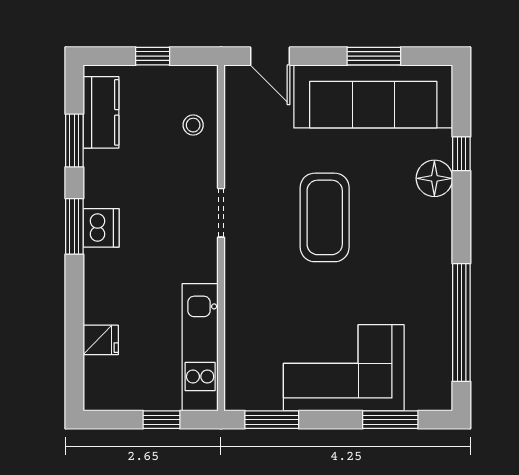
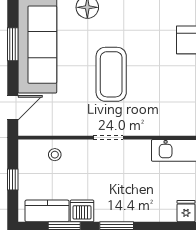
coffee table: (325, 217) -> (111, 74), turned 90
dishwasher: (101, 228) -> (82, 211), moved

